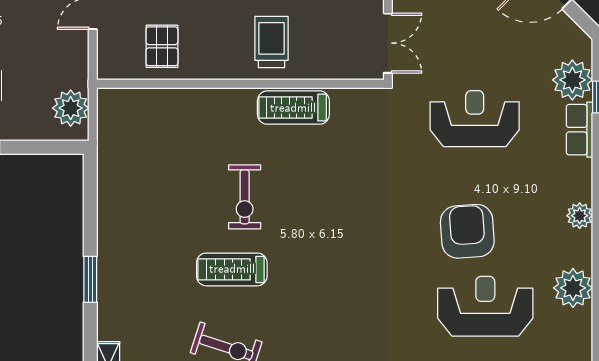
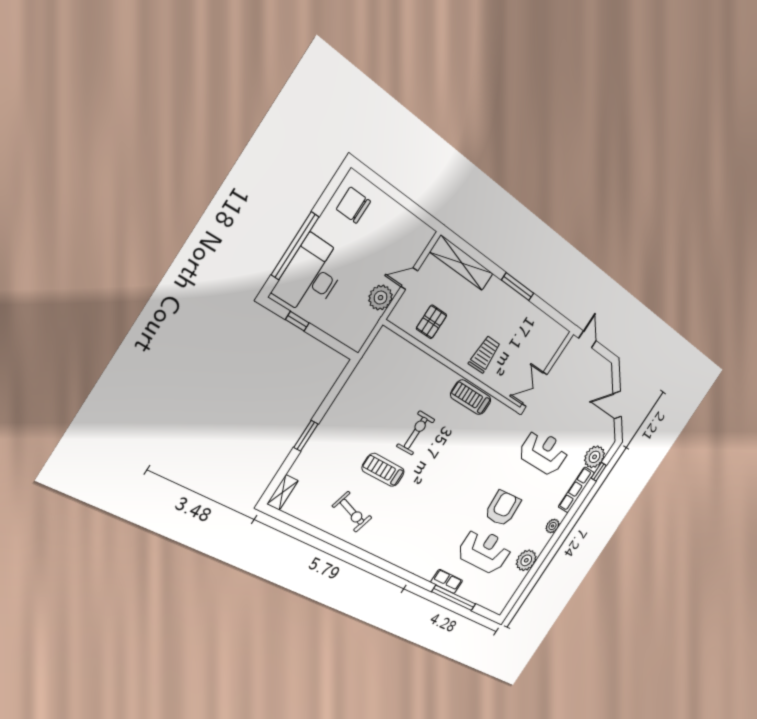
double door: (388, 43) -> (535, 389), swing flipped
plant: (71, 108) -> (381, 298), moved
row of seats: (579, 130) -> (576, 490), width x1.48
exercise bike: (245, 197) -> (416, 433), turned 180

